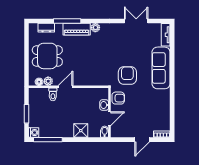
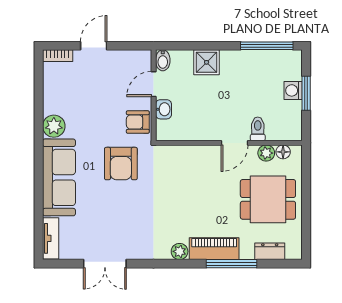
plant: (164, 96) -> (54, 126), added
washing machine: (34, 133) -> (293, 90), moved

